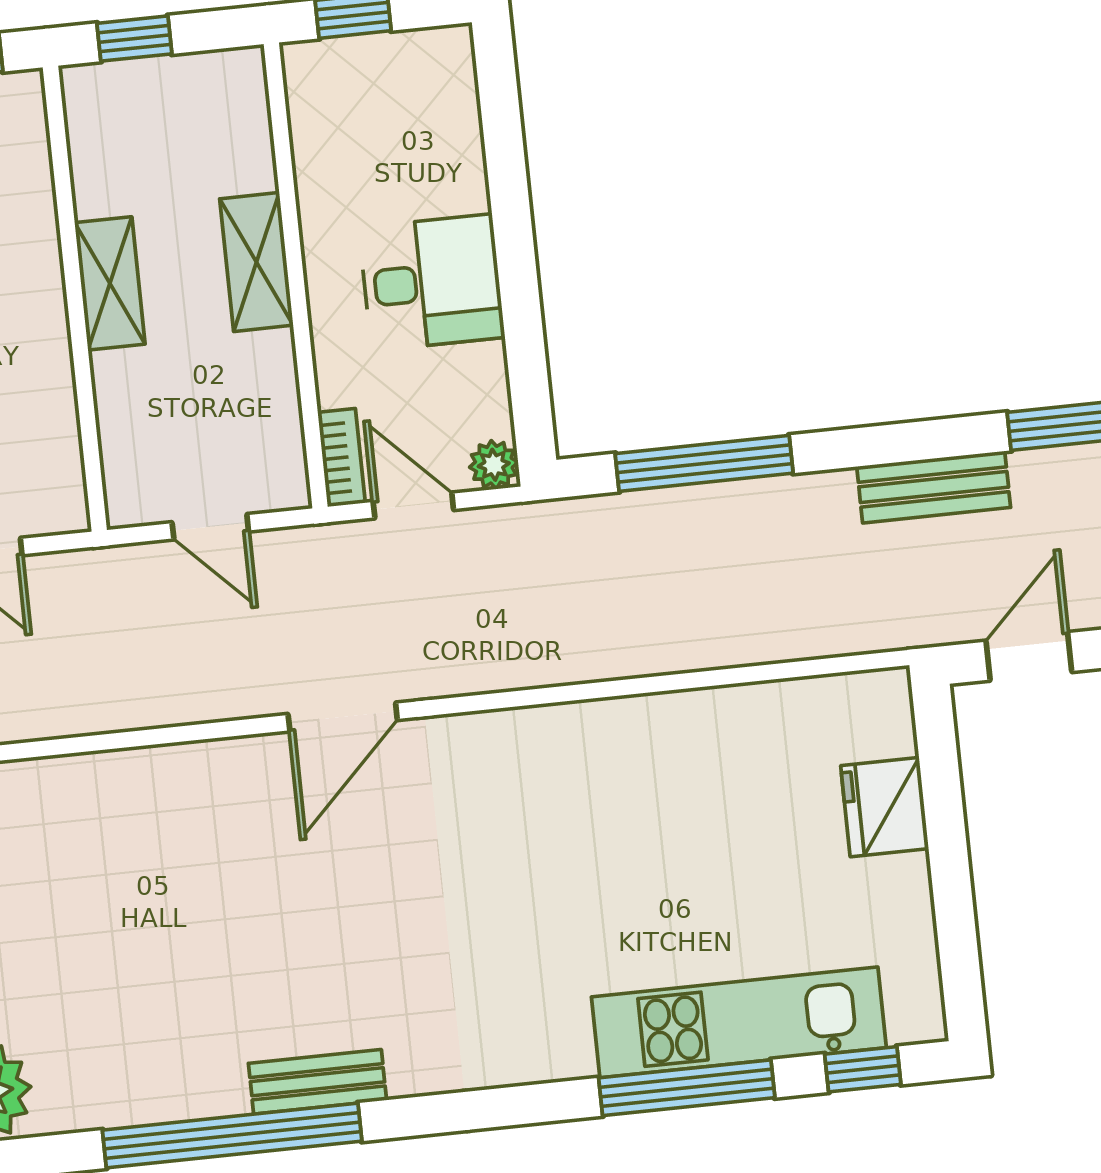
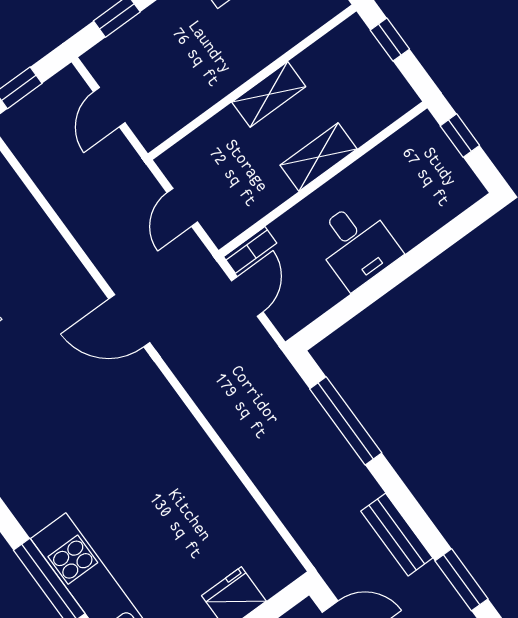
plant: (494, 465) -> (288, 323), removed

